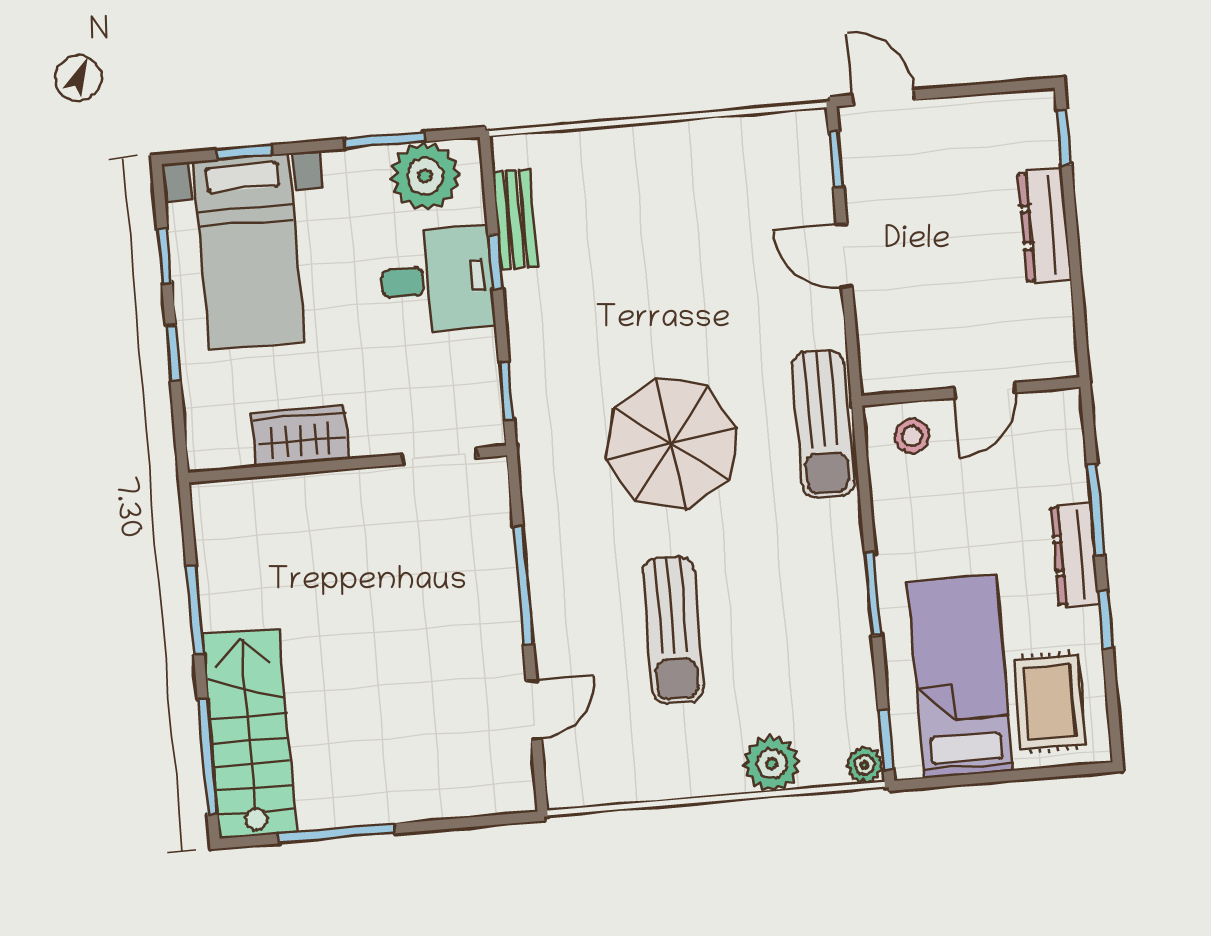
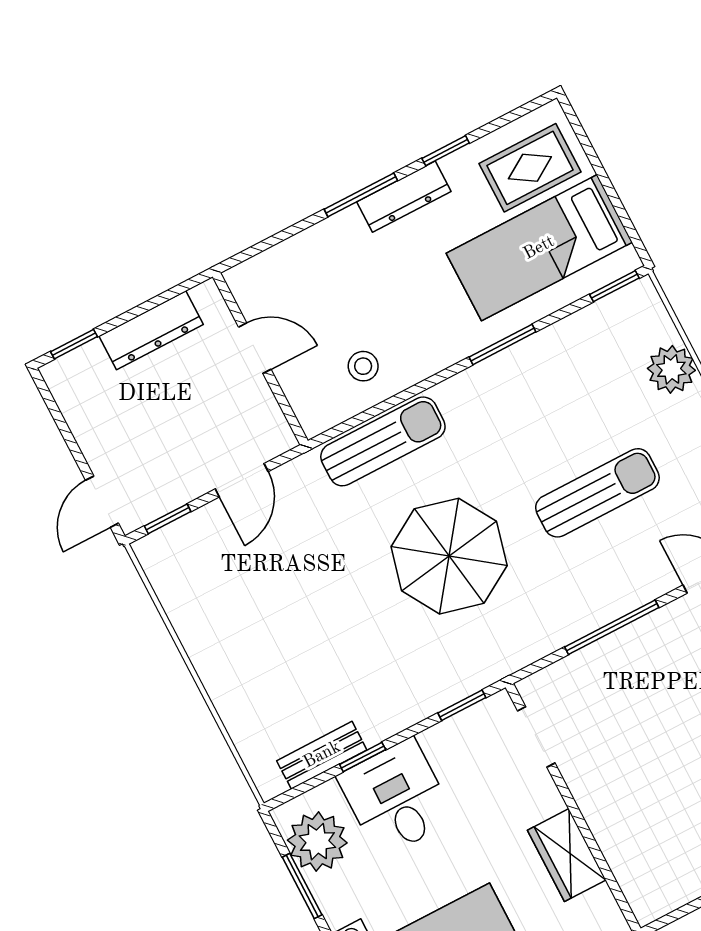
door: (985, 390) -> (255, 348), moved
wall: (971, 391) -> (260, 359), moved
plant: (865, 765) -> (642, 295), removed

